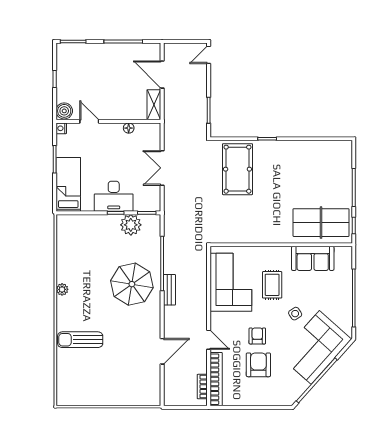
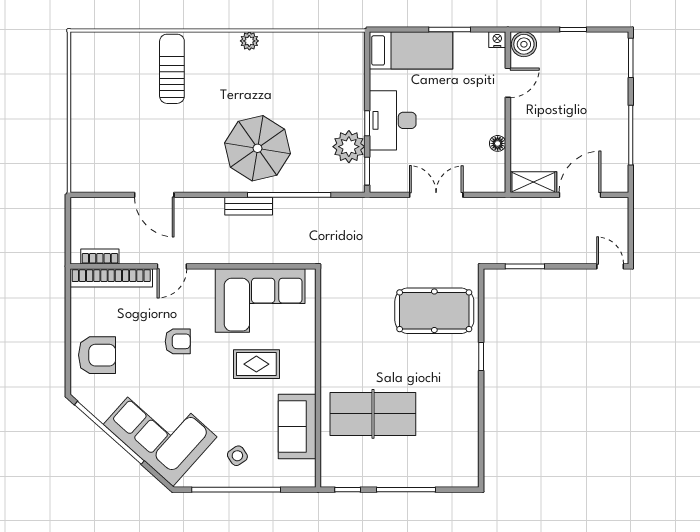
table tennis table: (321, 223) -> (373, 414), moved, turned 90
side table: (295, 314) -> (237, 456), moved
armchair: (258, 365) -> (97, 355), moved

